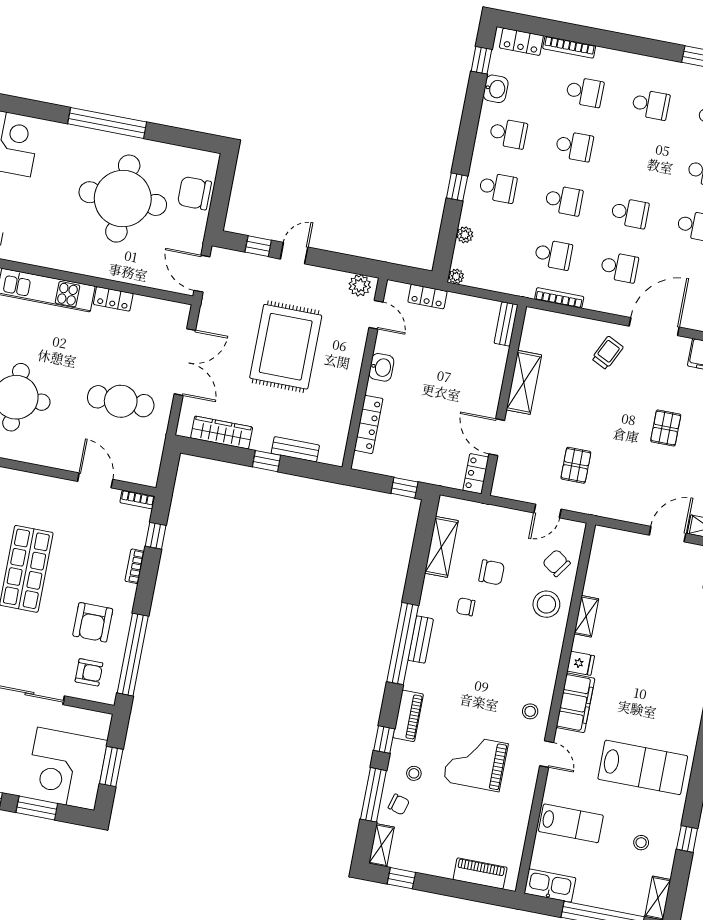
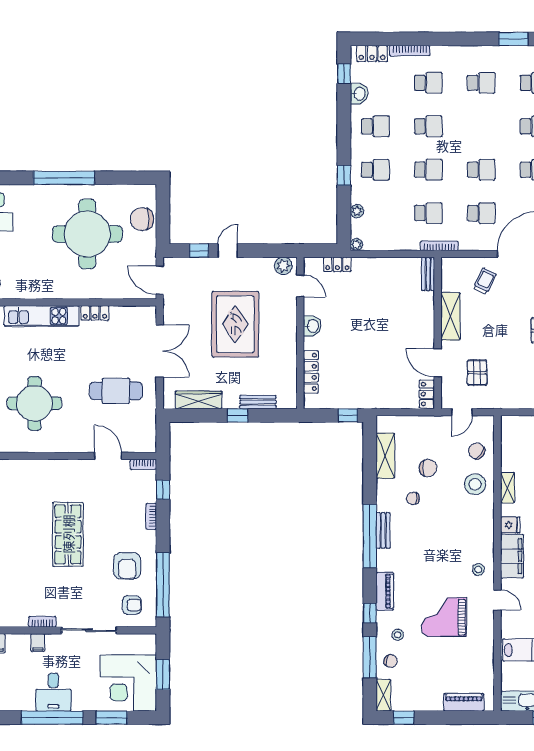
bench: (506, 324) -> (428, 274), moved
shelving: (524, 382) -> (450, 316), moved
wall: (504, 400) -> (438, 333), moved
door: (497, 437) -> (438, 363), moved
locker: (476, 474) -> (427, 394), moved

